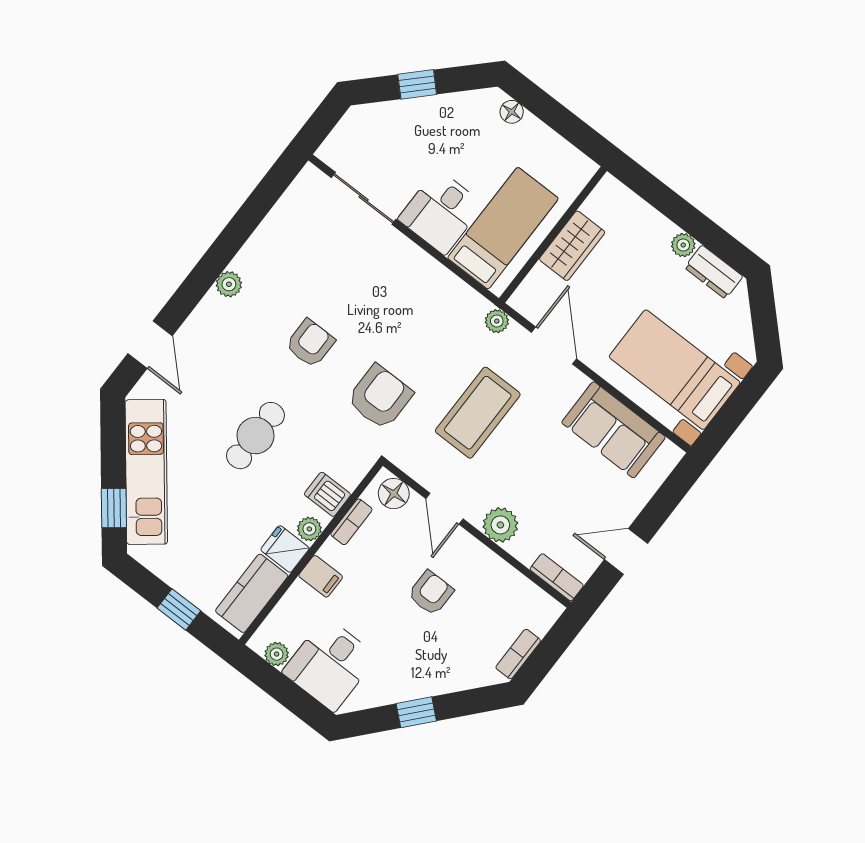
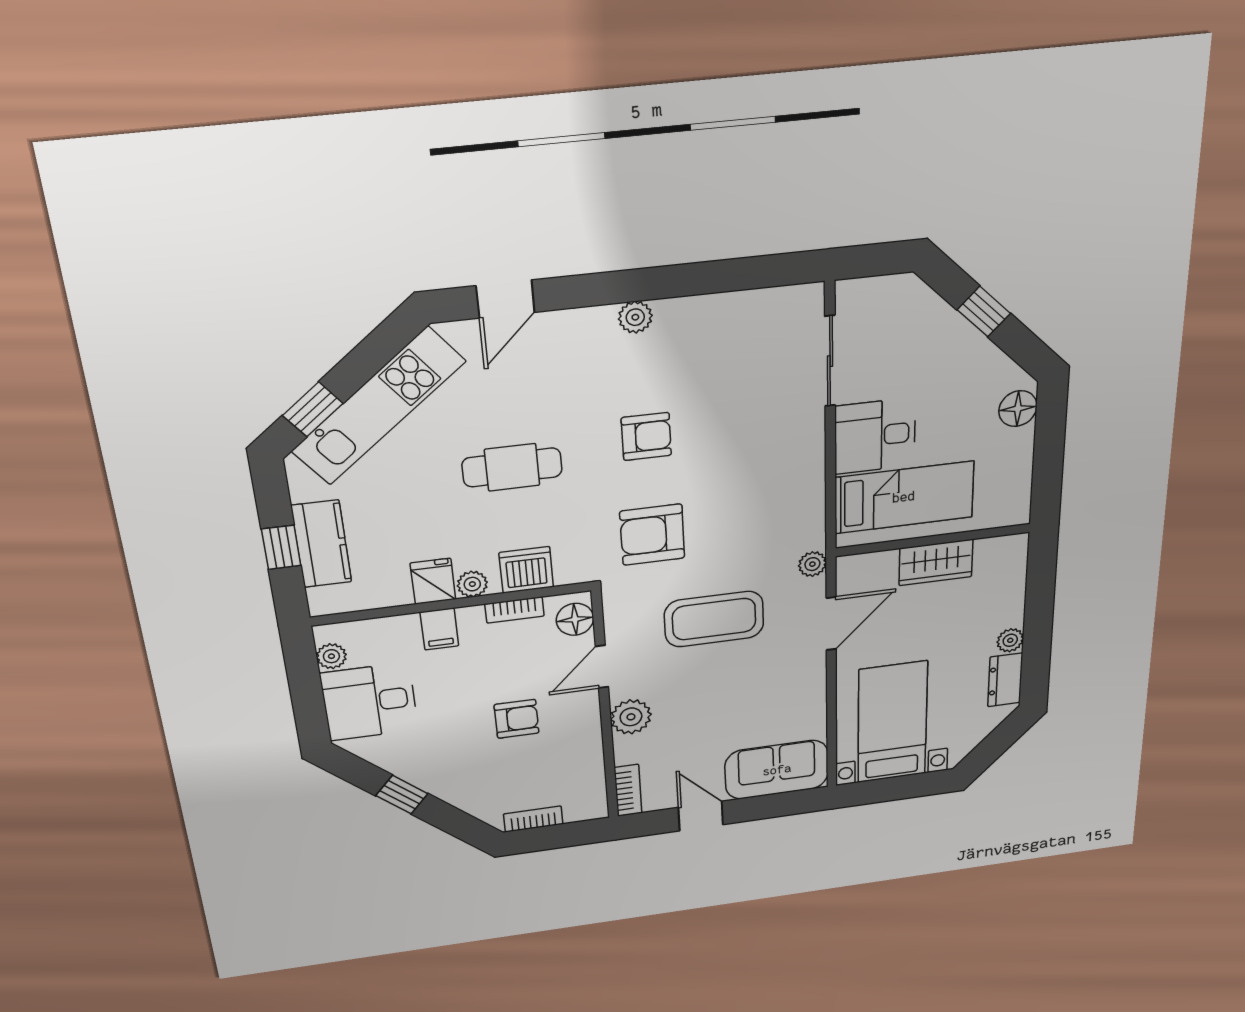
floor lamp: (512, 112) -> (1018, 409), width x1.37, depth x1.37
armchair: (380, 397) -> (652, 535), turned 180
sofa: (613, 430) -> (777, 770), moved, turned 90
dishwasher: (327, 494) -> (526, 570), width x1.38
kitchen counter: (252, 593) -> (321, 544), moved, turned 90

